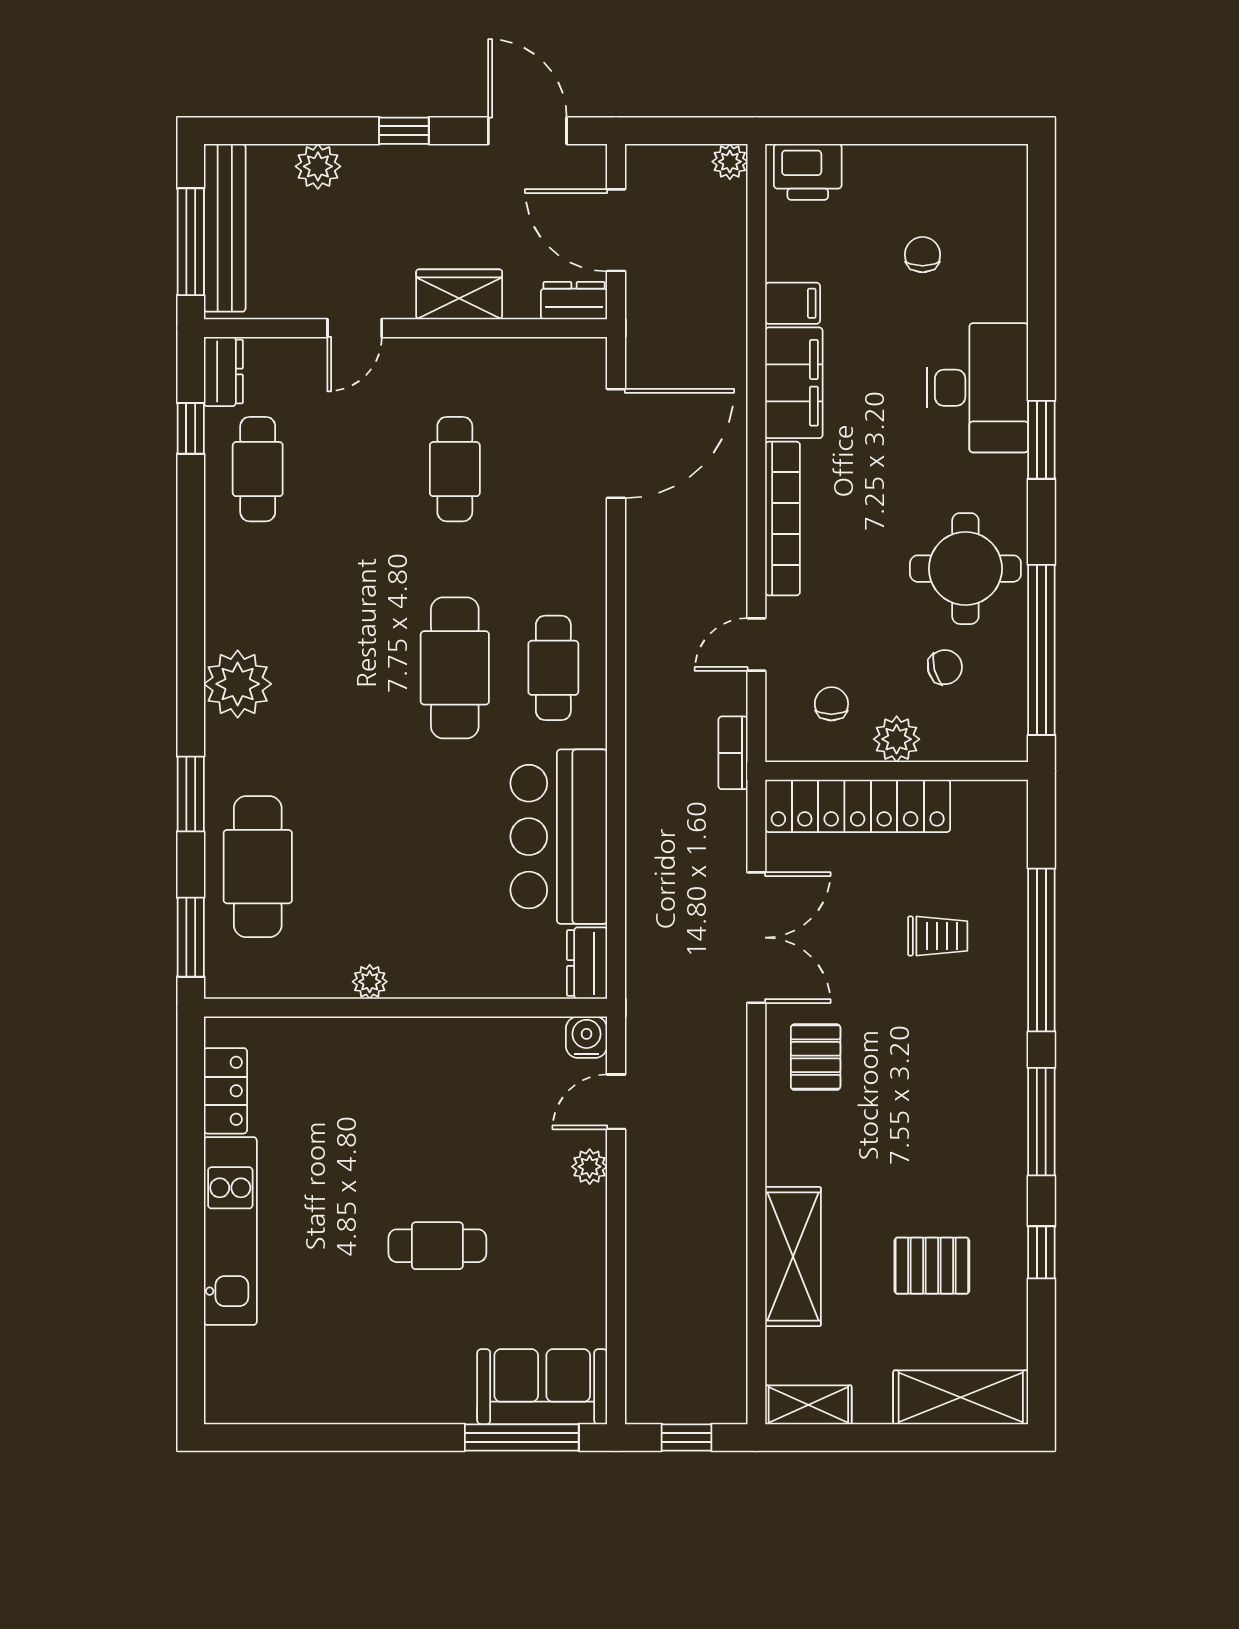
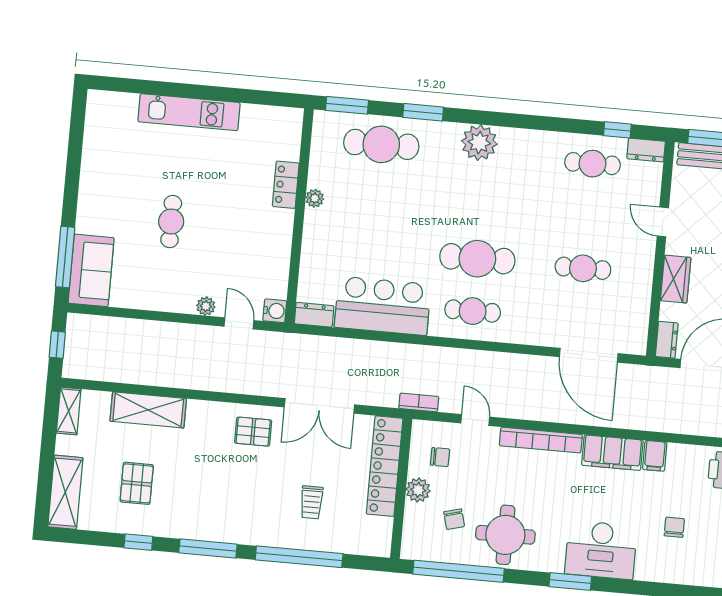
chair: (923, 255) -> (674, 527), turned -90
locker: (225, 1091) -> (286, 185), moved, turned 90

